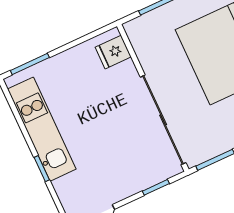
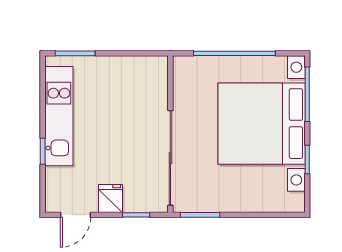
fridge: (113, 52) -> (110, 199), moved, turned 90

